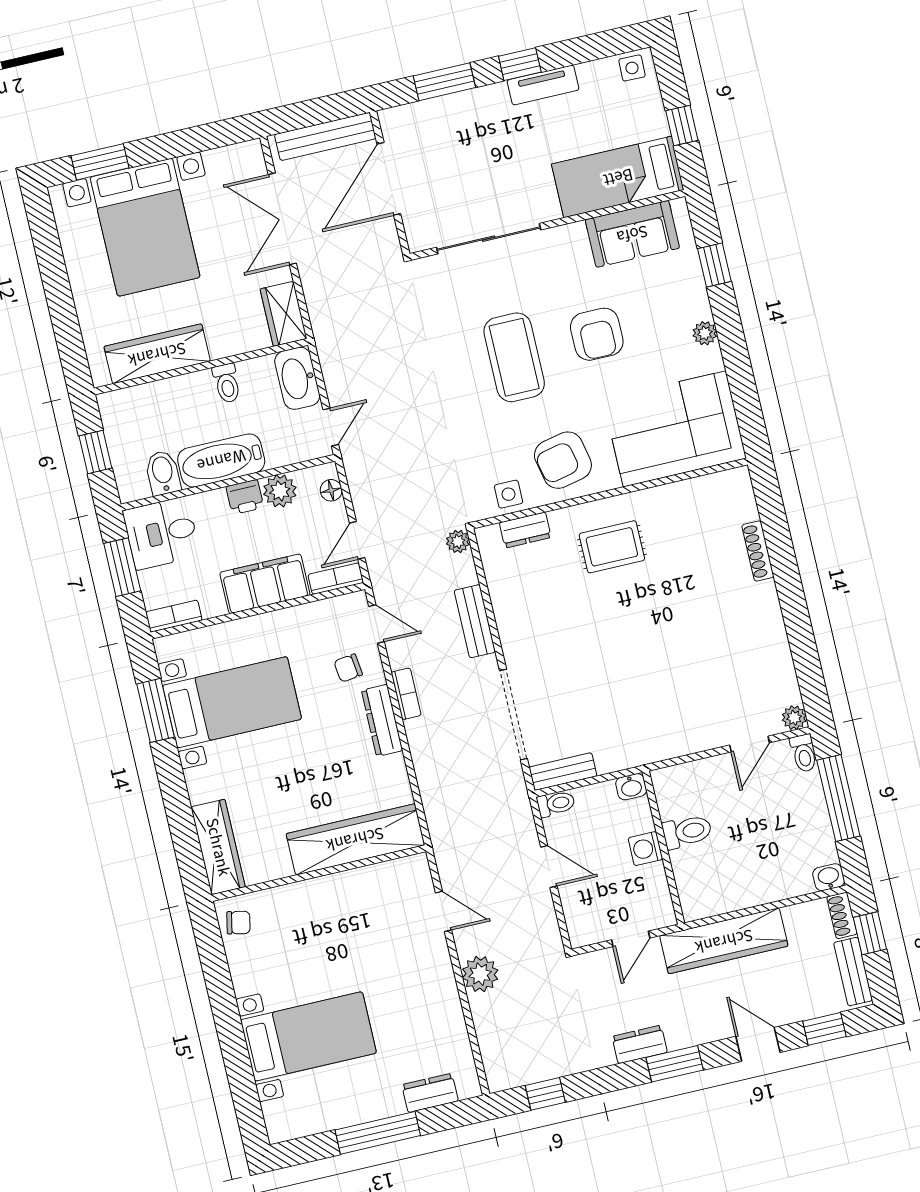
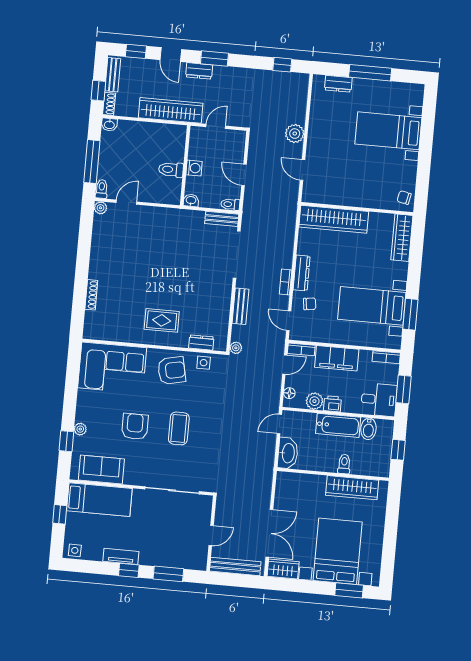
door: (389, 179) -> (211, 536), width x0.53
wardrobe: (283, 314) -> (283, 569), moved, turned -90
plant: (705, 333) -> (80, 429), moved
coffee table: (514, 357) -> (179, 428), width x0.73, depth x0.76
toilet: (227, 383) -> (344, 464), moved
dresser: (640, 1044) -> (199, 71), moved

